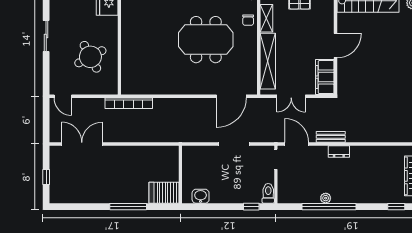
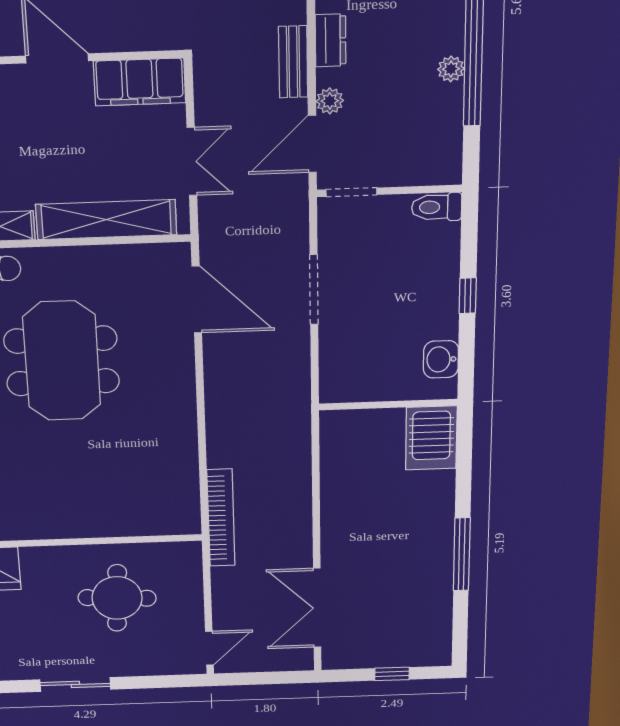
round table: (90, 57) -> (117, 598), turned 31
plant: (314, 151) -> (330, 101), added
window: (128, 207) -> (462, 554), moved
window: (251, 207) -> (468, 296), moved

